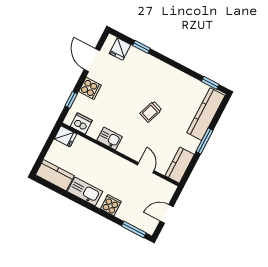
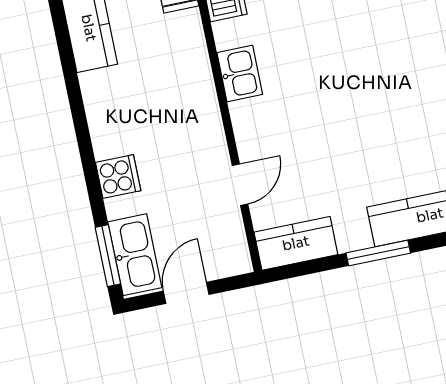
trolley: (151, 112) -> (352, 109), removed
kitchen sink: (85, 191) -> (135, 255), moved
door: (167, 214) -> (186, 293), hinge flipped

